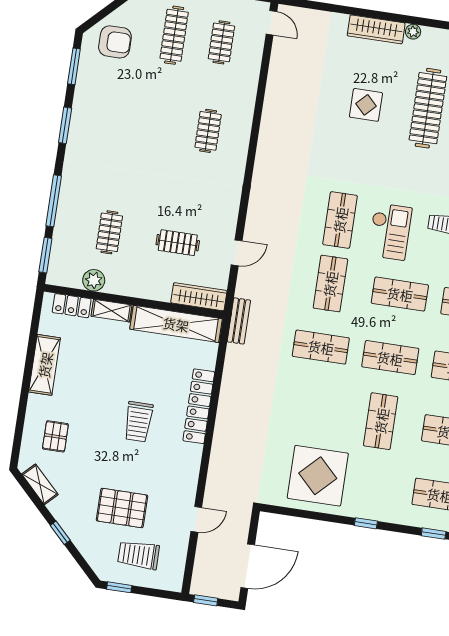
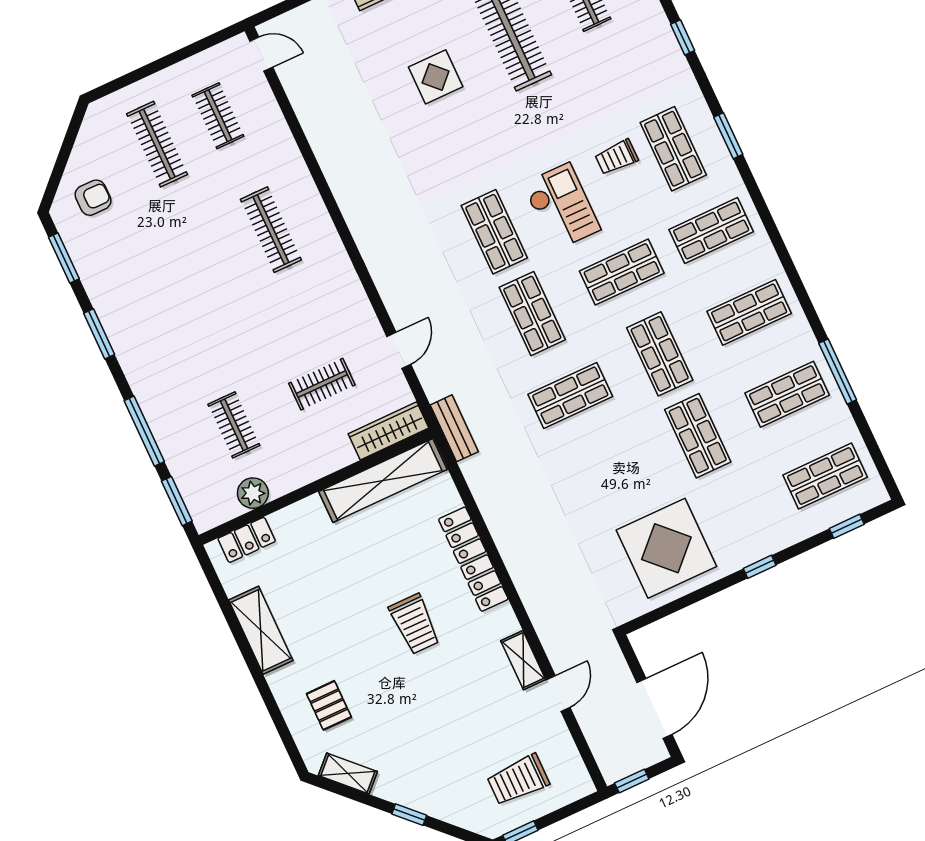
armchair: (115, 42) -> (93, 198), width x0.72, depth x0.72
clothes rail: (208, 131) -> (271, 230), width x1.36
shelving: (112, 311) -> (523, 660), moved, turned 90
shop shelf: (390, 358) -> (660, 354), turned 90
pallet: (122, 508) -> (462, 738), removed

